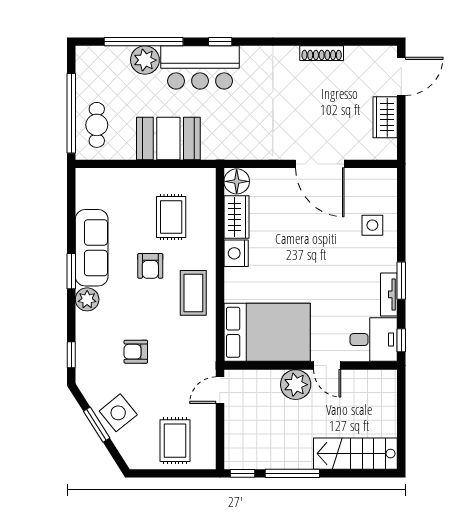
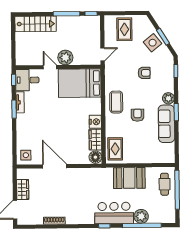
rug: (171, 217) -> (115, 149), moved
side table: (372, 225) -> (26, 155), moved

